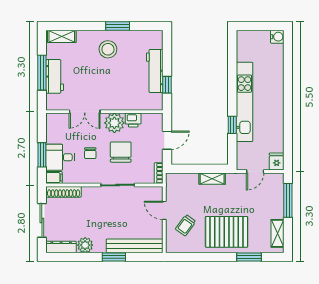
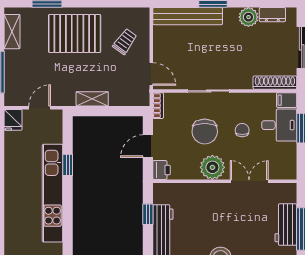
printer: (133, 120) -> (162, 170), moved, turned 90
door: (164, 210) -> (151, 74), moved
dresser: (61, 247) -> (272, 15), width x0.70

